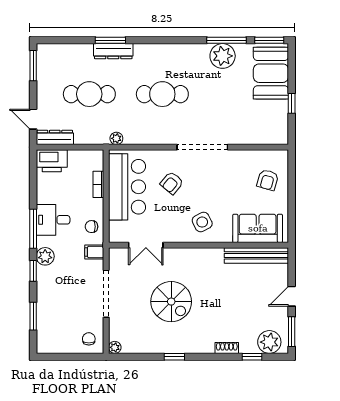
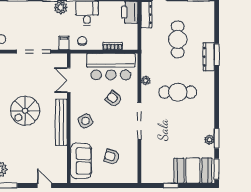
window: (227, 40) -> (217, 138), width x0.69
plant: (223, 56) -> (209, 140), width x0.53, depth x0.53
cafe table: (162, 94) -> (178, 92), turned 90
plant: (116, 138) -> (146, 81), moved
armchair: (268, 180) -> (112, 157), moved
bench: (256, 255) -> (61, 122), moved
door: (292, 296) -> (44, 185), moved
spiral stairs: (171, 302) -> (25, 111), moved

